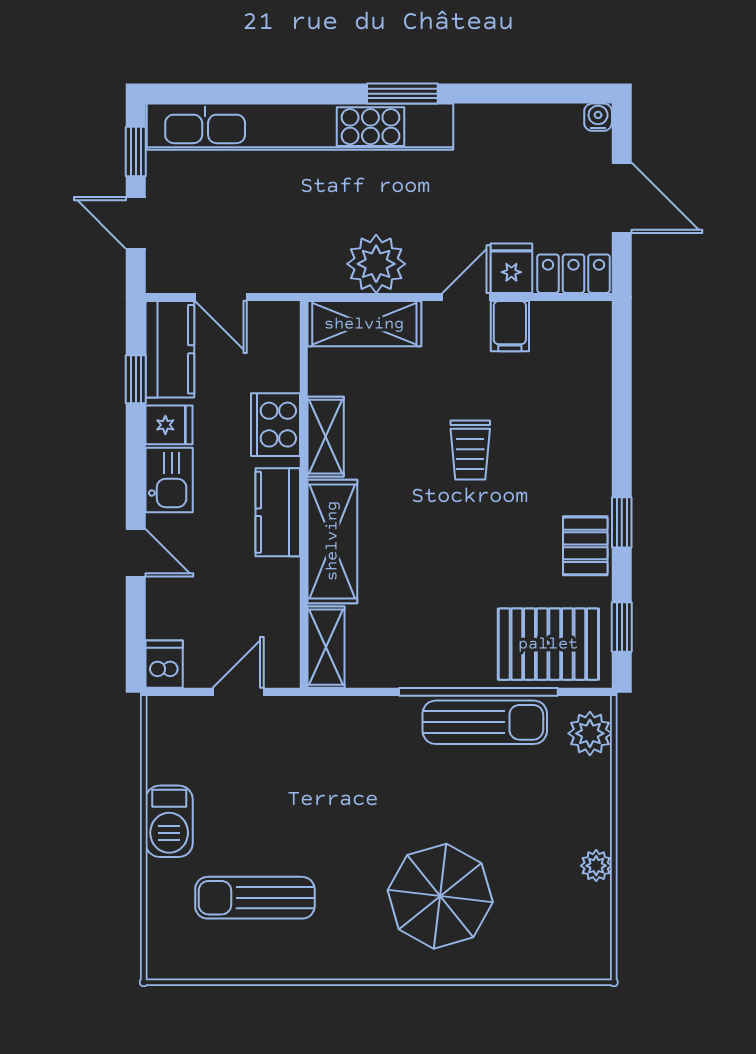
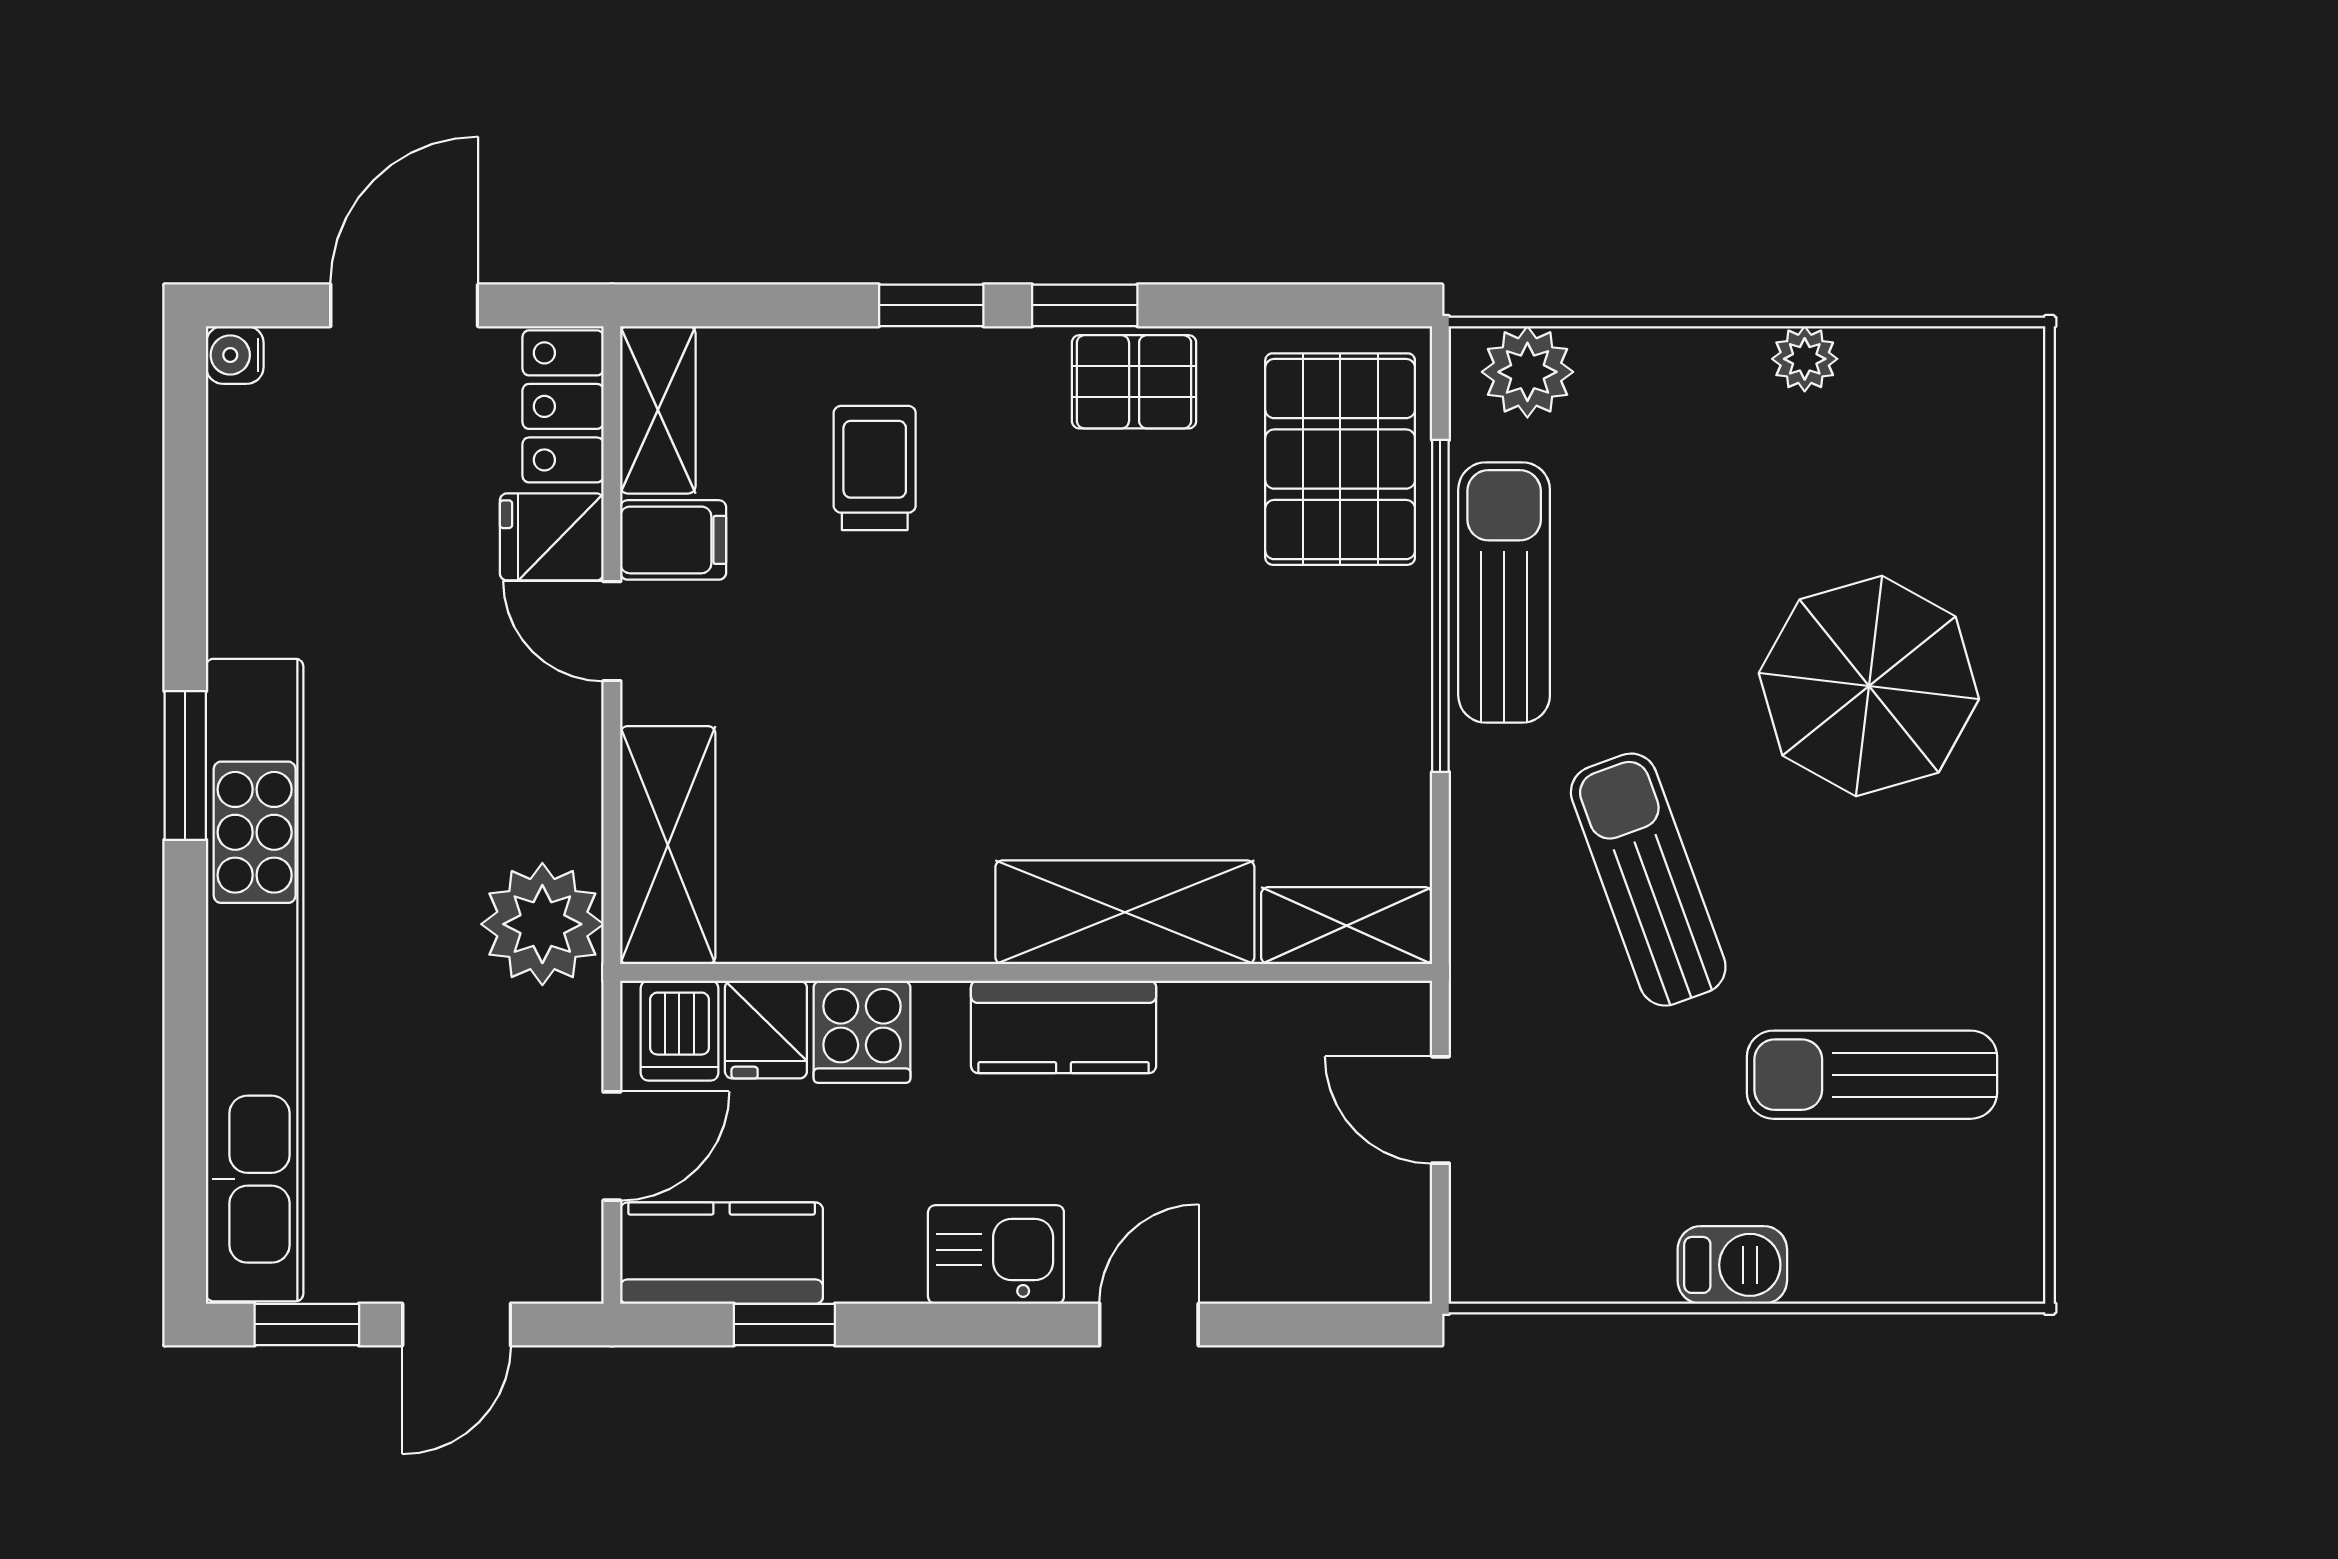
plant: (376, 264) -> (542, 924), moved
fridge: (169, 425) -> (766, 1030), moved, turned 180
cooker: (275, 425) -> (862, 1032), width x0.73
shelving: (326, 437) -> (658, 410), moved, turned 90
trolley: (470, 450) -> (875, 468), moved, turned -90
window: (622, 627) -> (931, 305), moved
dishwasher: (164, 664) -> (679, 1031), moved, turned -90
sun lounger: (348, 791) -> (1648, 880), added
barbecue: (169, 821) -> (1732, 1265), width x0.73, depth x0.79
sun lounger: (255, 898) -> (1872, 1075), turned 90

